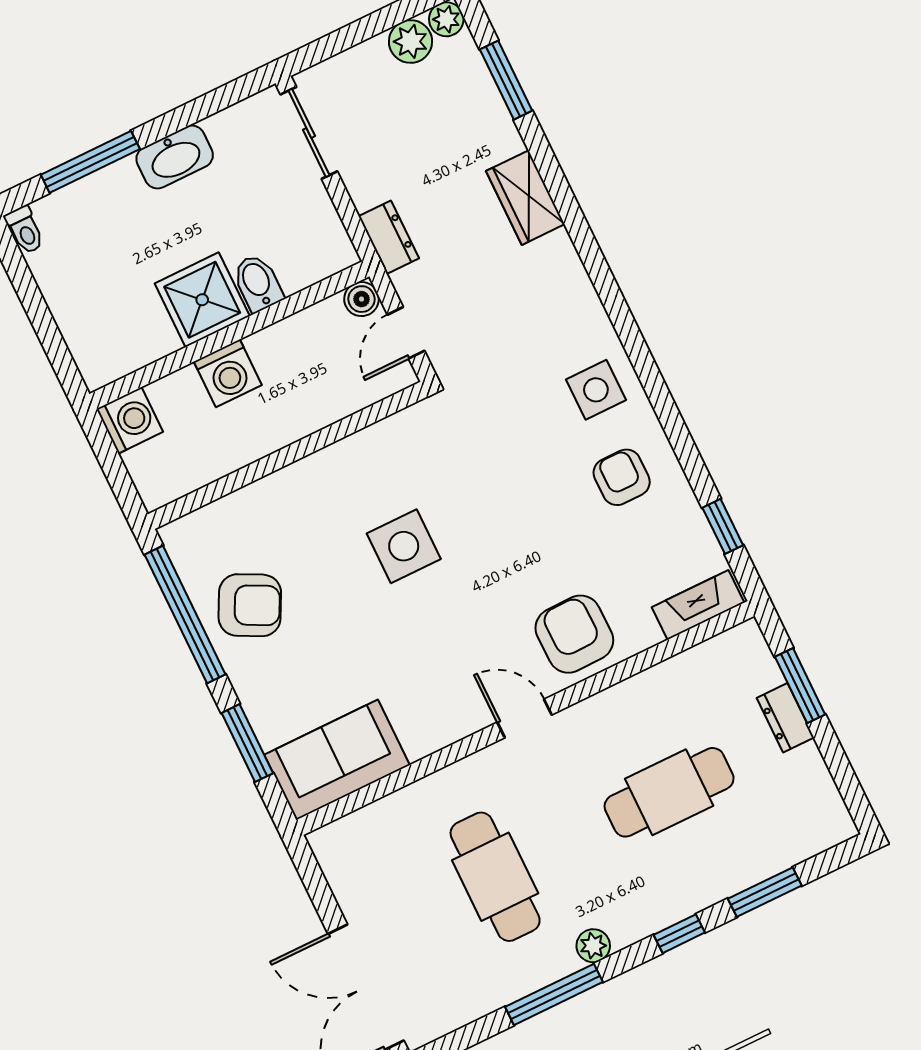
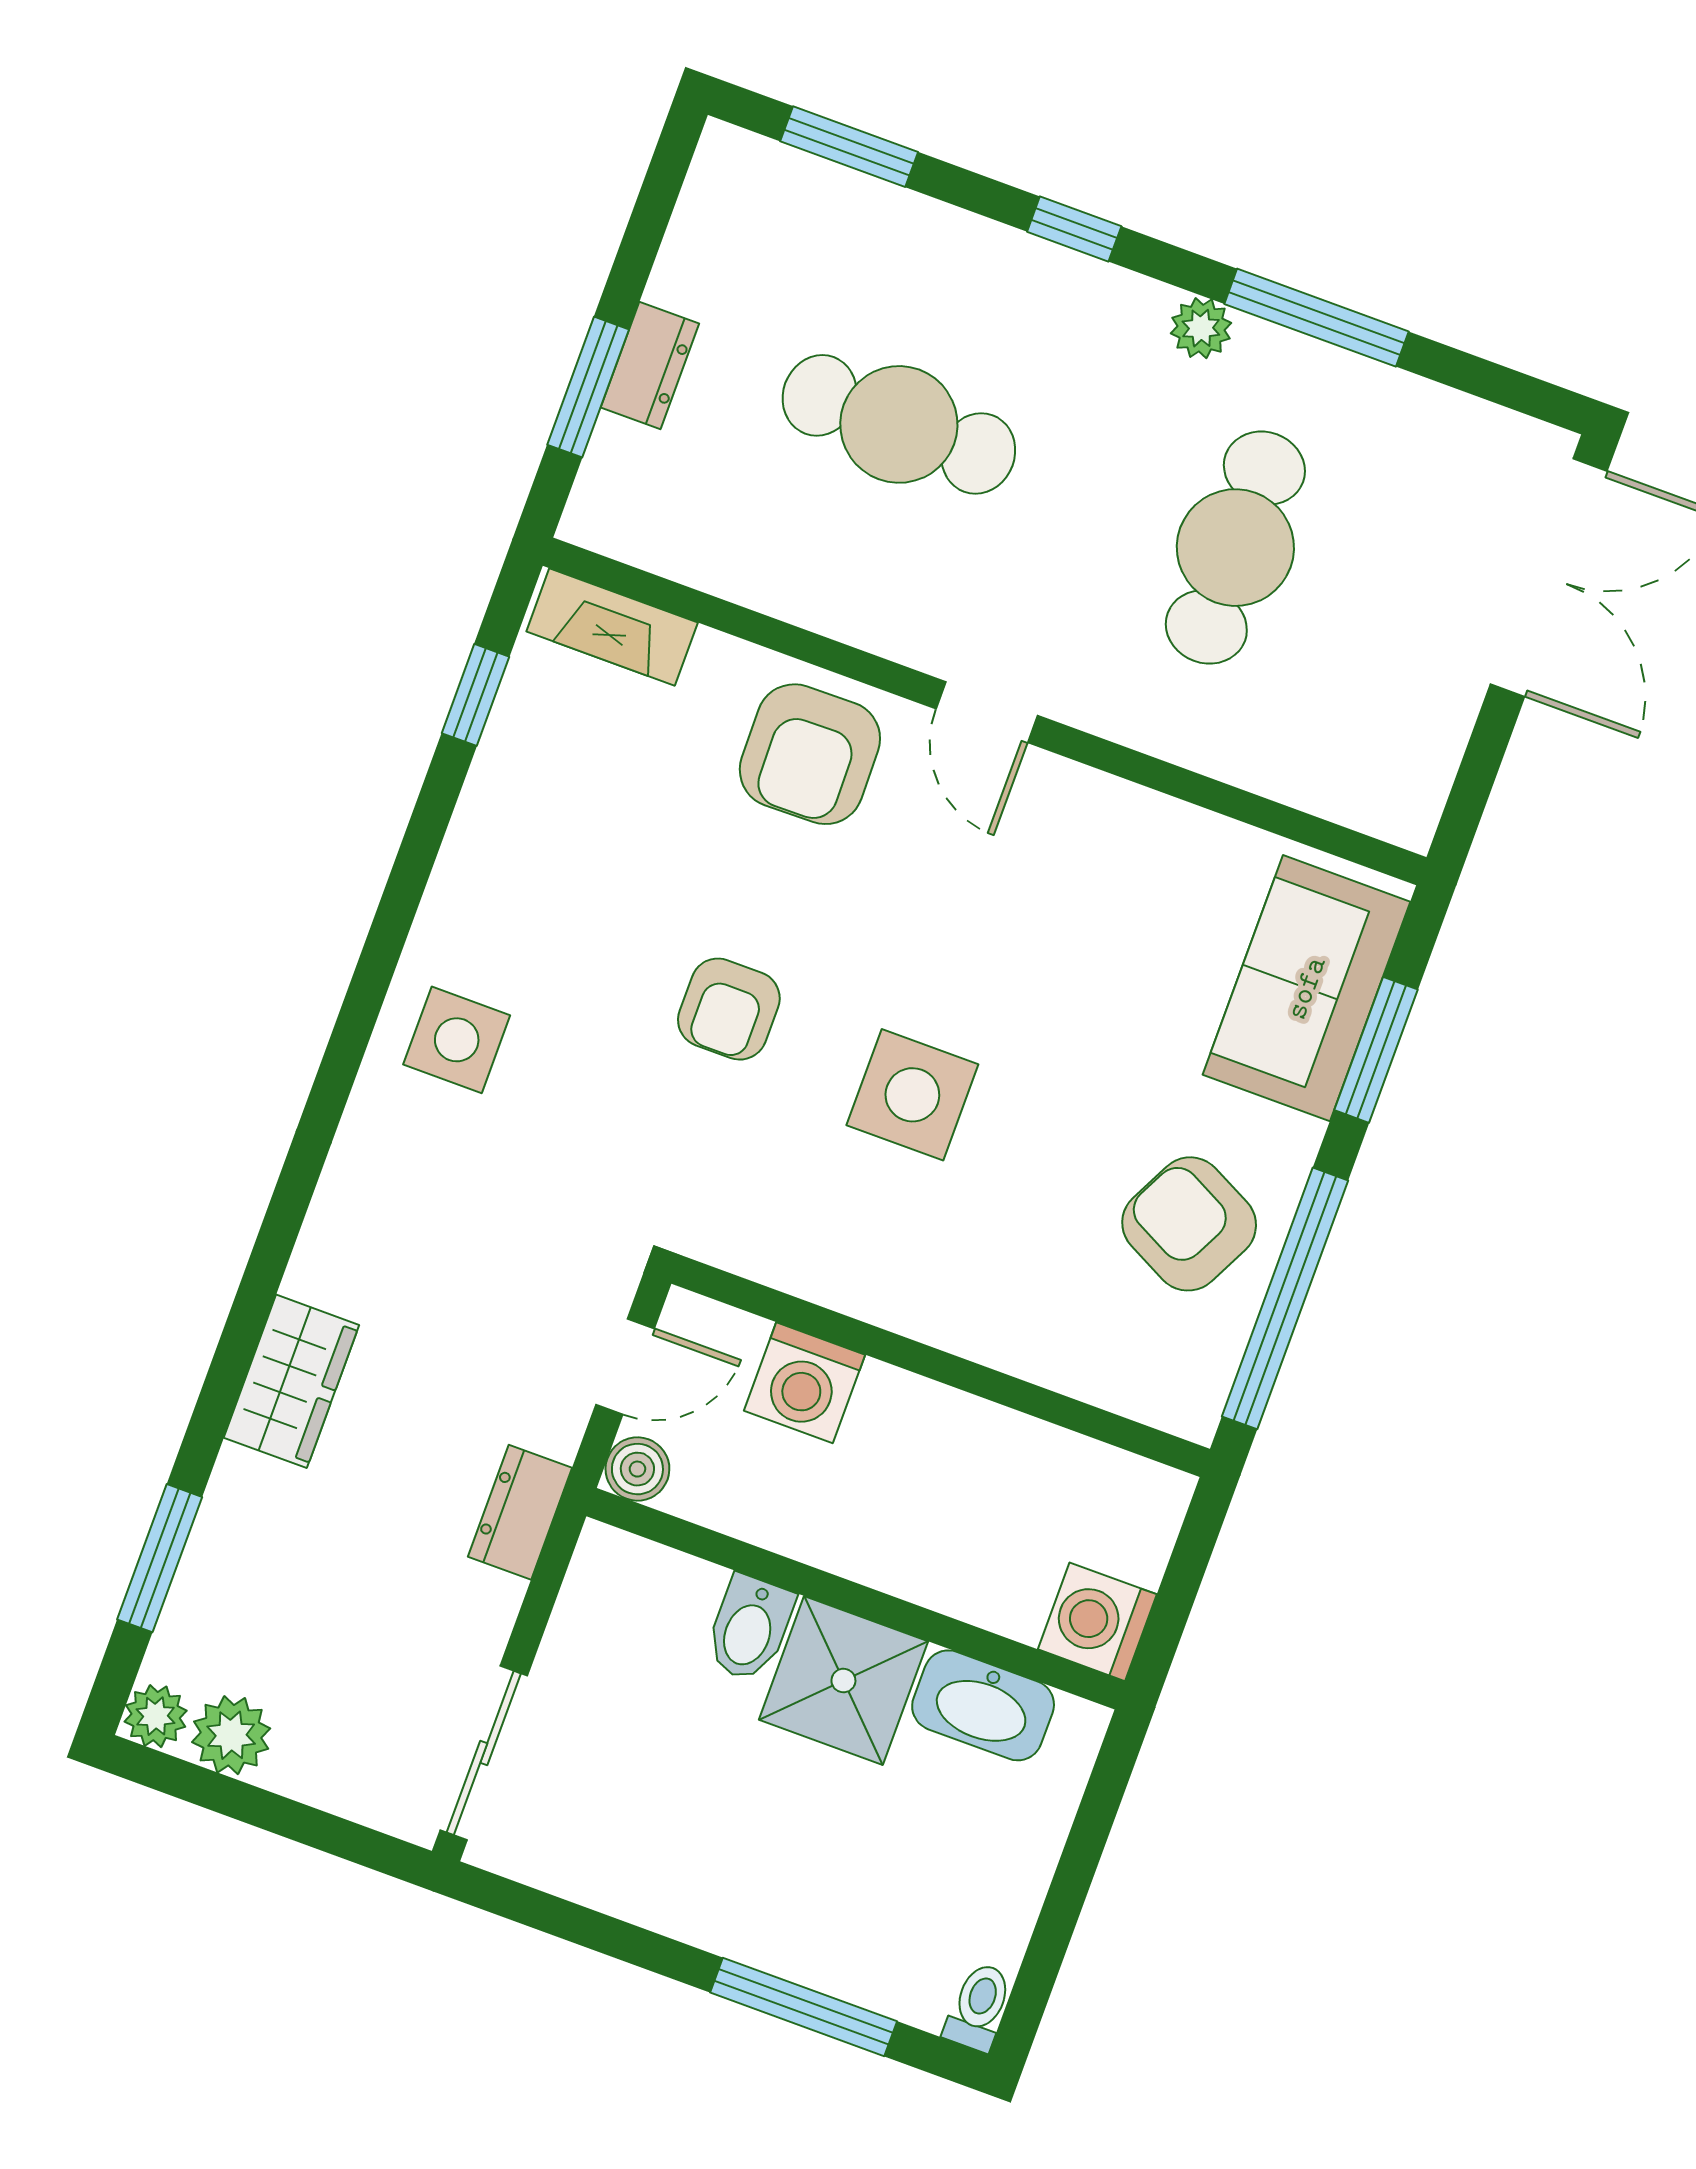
washbasin: (175, 157) -> (983, 1705), moved, turned 180
washing machine: (228, 373) -> (805, 1383), moved, turned 180
armchair: (622, 477) -> (729, 1009), moved
sofa: (337, 760) -> (1306, 988), moved, turned 90
window: (765, 892) -> (849, 147), moved

